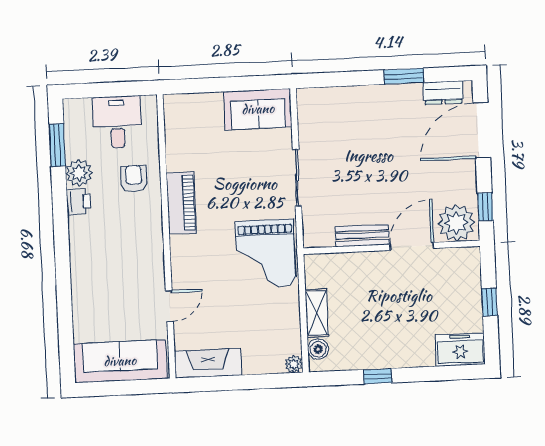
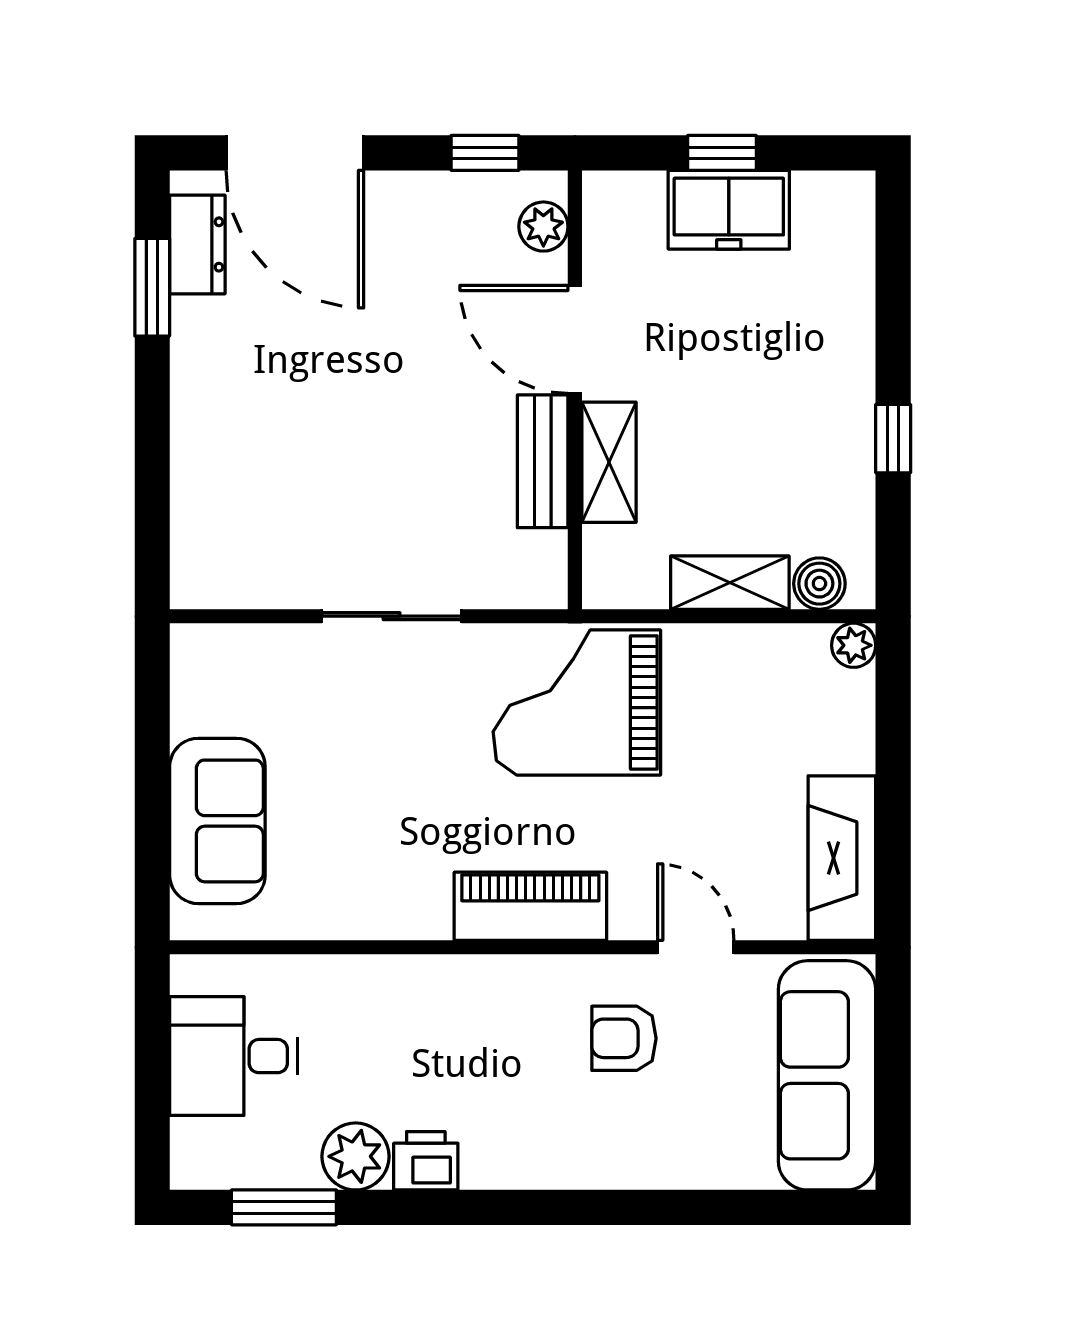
window: (404, 76) -> (152, 287), moved
sofa: (258, 109) -> (217, 821), moved
armchair: (134, 179) -> (624, 1038), moved
piano: (181, 203) -> (530, 906), moved
plant: (456, 223) -> (543, 227), width x0.53, depth x0.53
grand piano: (266, 254) -> (577, 702), turned 180
shelving: (363, 262) -> (609, 462), added
freezer: (460, 350) -> (729, 210), moved, turned -90

